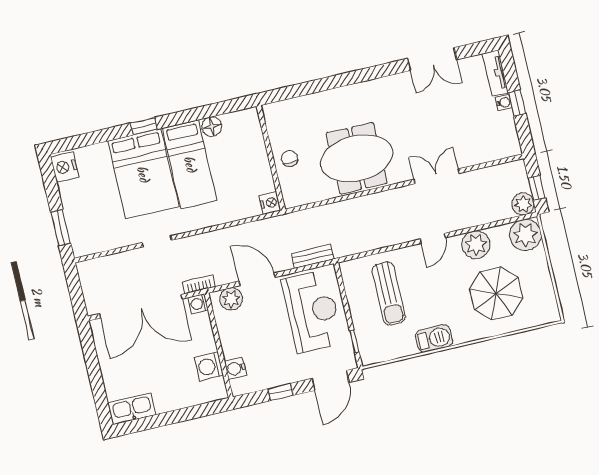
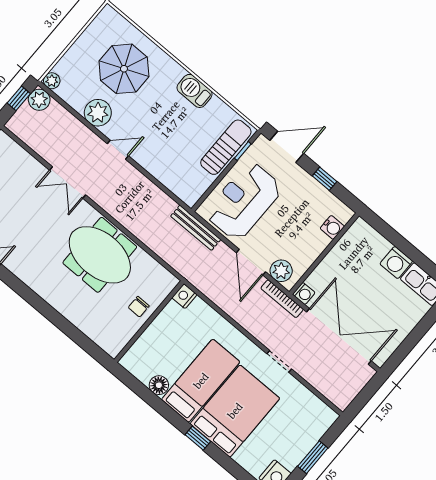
window: (61, 228) -> (313, 457), moved
plant: (526, 235) -> (52, 81), width x0.53, depth x0.53
bench: (313, 256) -> (196, 228), width x1.36
bookcase: (199, 284) -> (282, 299), width x1.56
sun lounger: (389, 294) -> (226, 147), moved
washing machine: (209, 366) -> (396, 262), moved, turned 90

